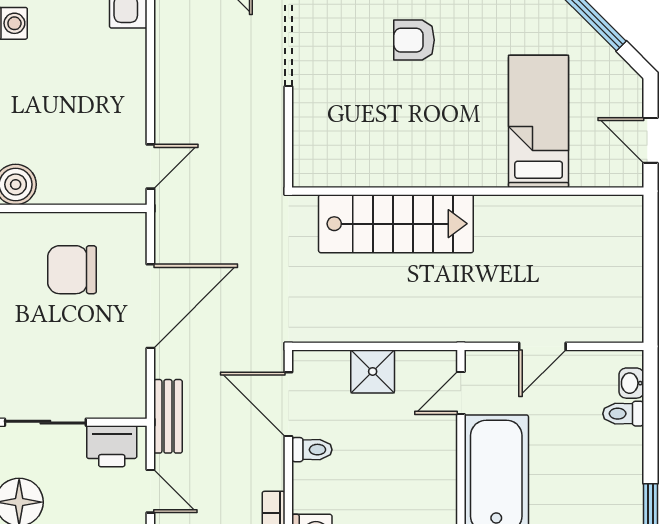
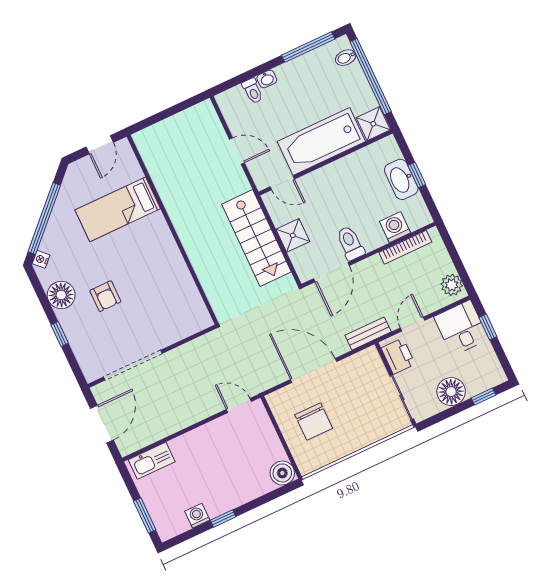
stairs: (396, 224) -> (256, 238), moved, turned 180
washbasin: (631, 383) -> (267, 79), moved
toilet: (312, 450) -> (350, 243), width x1.37, depth x1.39

